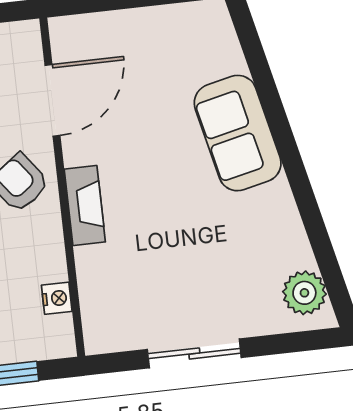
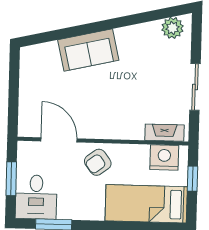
fireplace: (85, 205) -> (164, 133), moved
nightstand: (57, 298) -> (164, 157), width x1.89, depth x1.79

